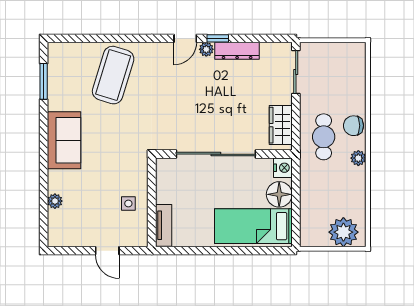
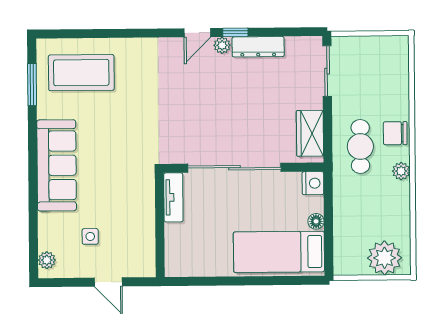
coffee table: (113, 75) -> (81, 73), moved, turned 73
sofa: (64, 140) -> (57, 165), width x1.36
floor lamp: (279, 194) -> (316, 221), width x0.53, depth x0.53
plant: (55, 201) -> (47, 260), moved
side table: (128, 203) -> (90, 236), moved
tv unit: (164, 225) -> (173, 197), moved

